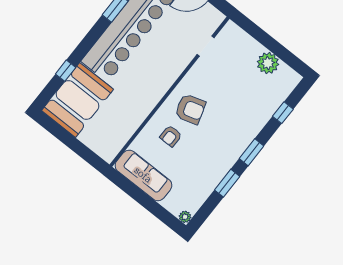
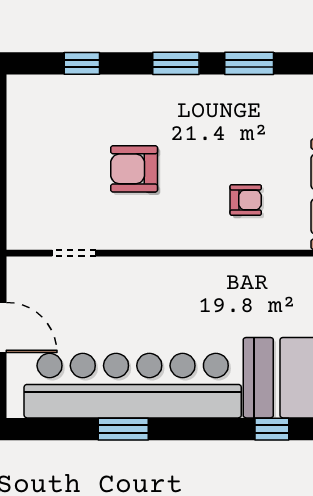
plant: (268, 63) -> (27, 143), removed
armchair: (190, 109) -> (134, 169), moved, turned -73

